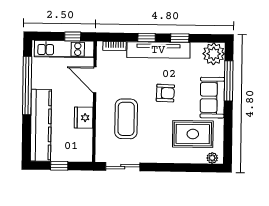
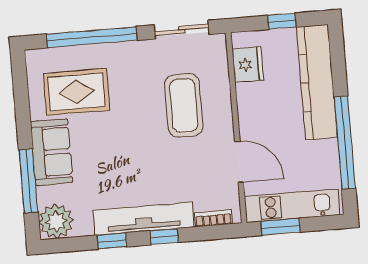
window: (73, 36) -> (281, 227), width x1.50
armchair: (165, 93) -> (126, 152), removed
fridge: (84, 118) -> (248, 65), moved
plant: (212, 158) -> (42, 57), removed
window: (180, 167) -> (92, 37), added

